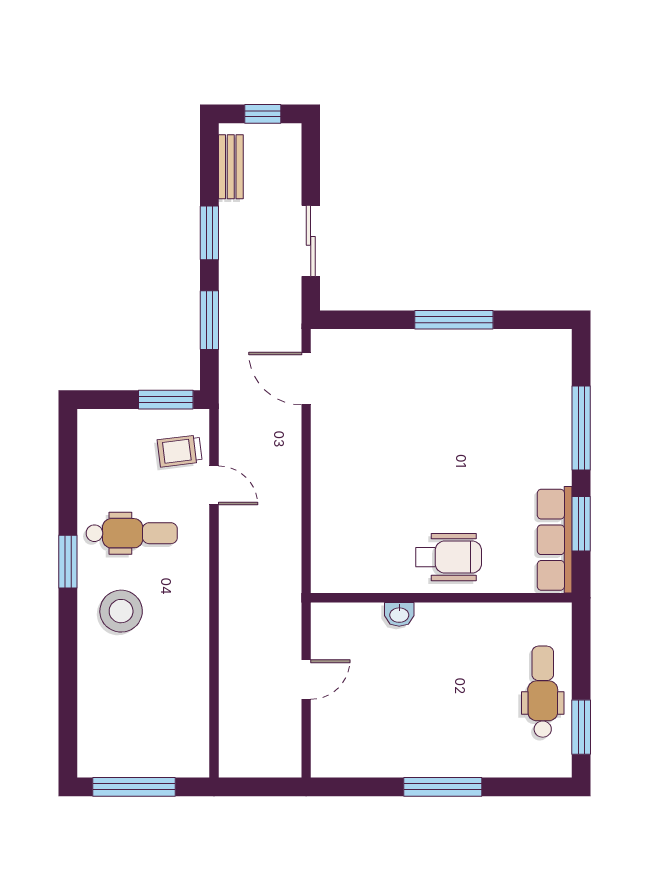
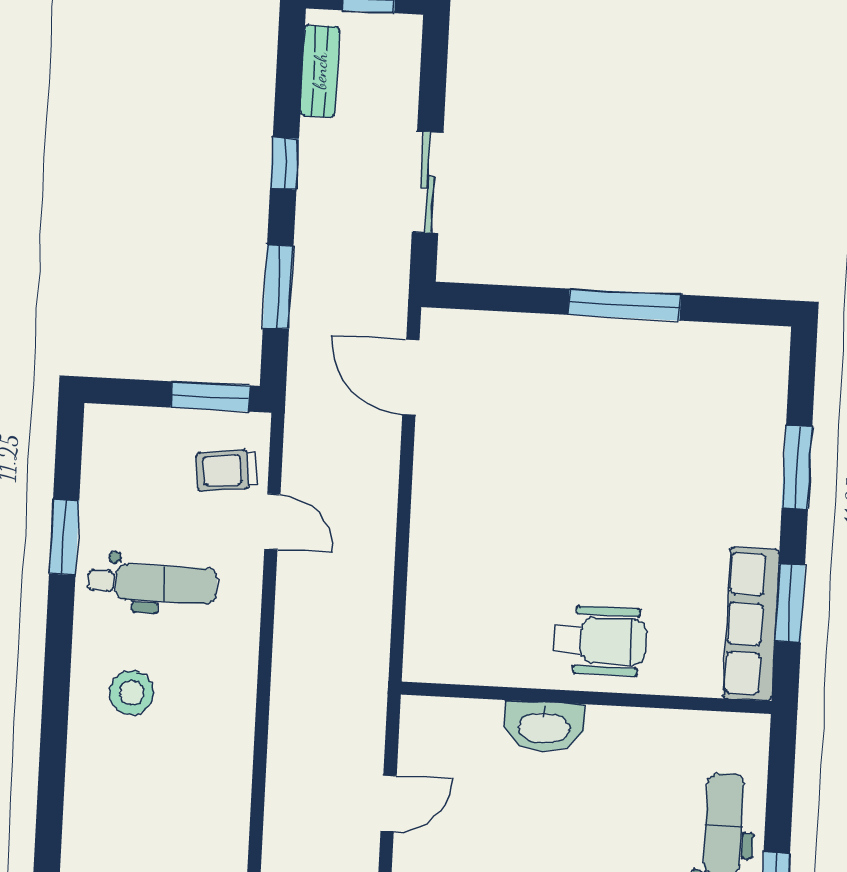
window: (209, 233) -> (285, 163), width x0.67
window: (581, 428) -> (797, 467), width x0.69
window: (68, 562) -> (64, 537), moved
stool: (121, 611) -> (131, 693), width x0.73, depth x0.73
washbasin: (399, 614) -> (544, 727), width x1.91, depth x1.45

